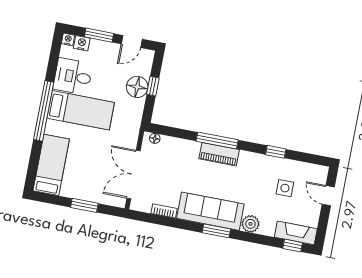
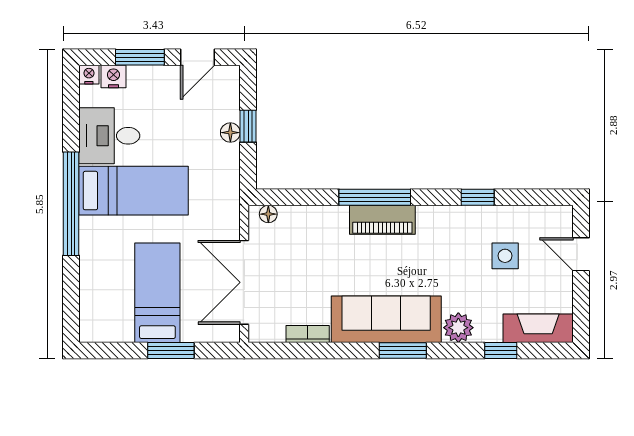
floor lamp: (137, 87) -> (230, 133), width x0.53, depth x0.53
bed: (51, 165) -> (157, 293), moved
window: (293, 246) -> (501, 351), moved

